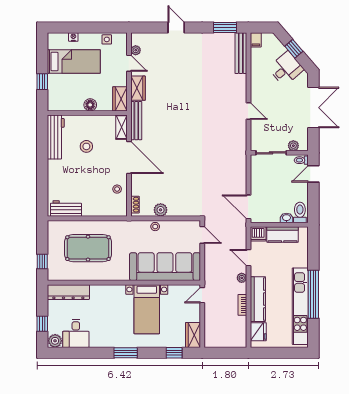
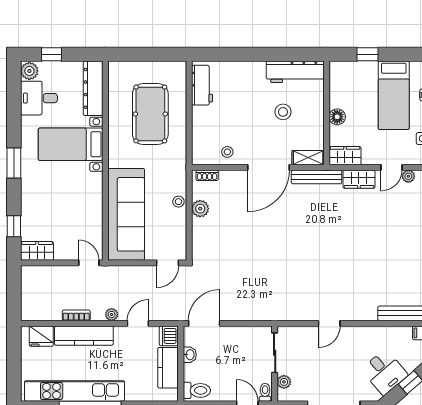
washbasin: (286, 218) -> (190, 355), moved
window: (42, 262) -> (133, 54), removed
bed with nightstands: (147, 309) -> (71, 144), moved

